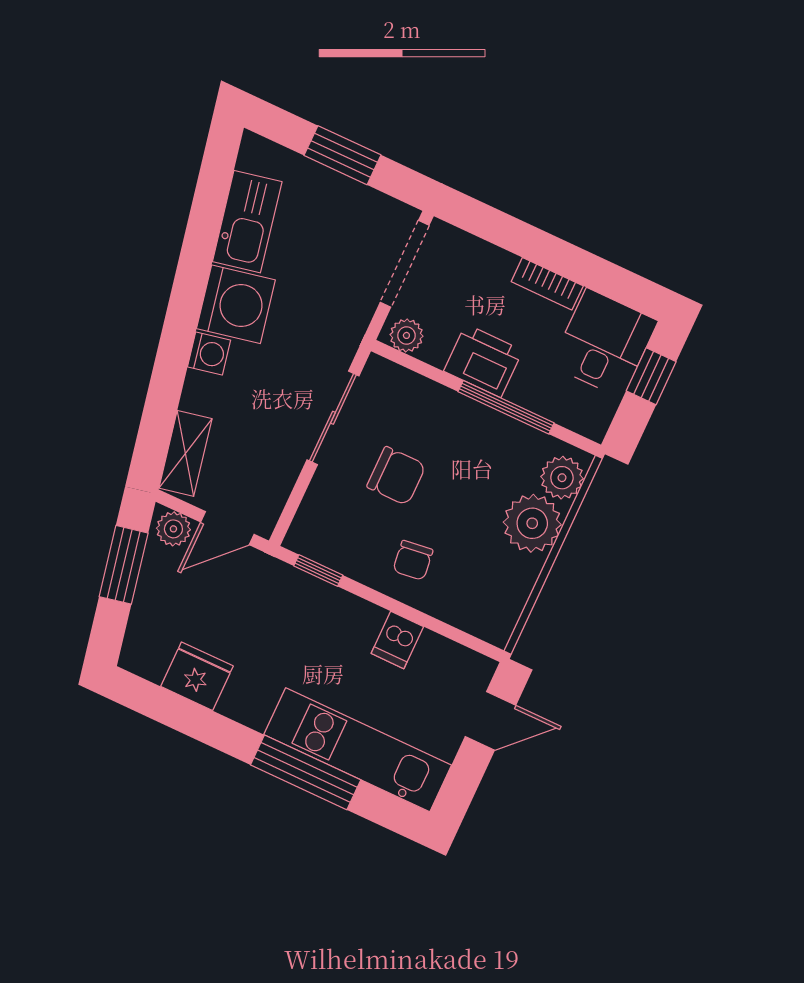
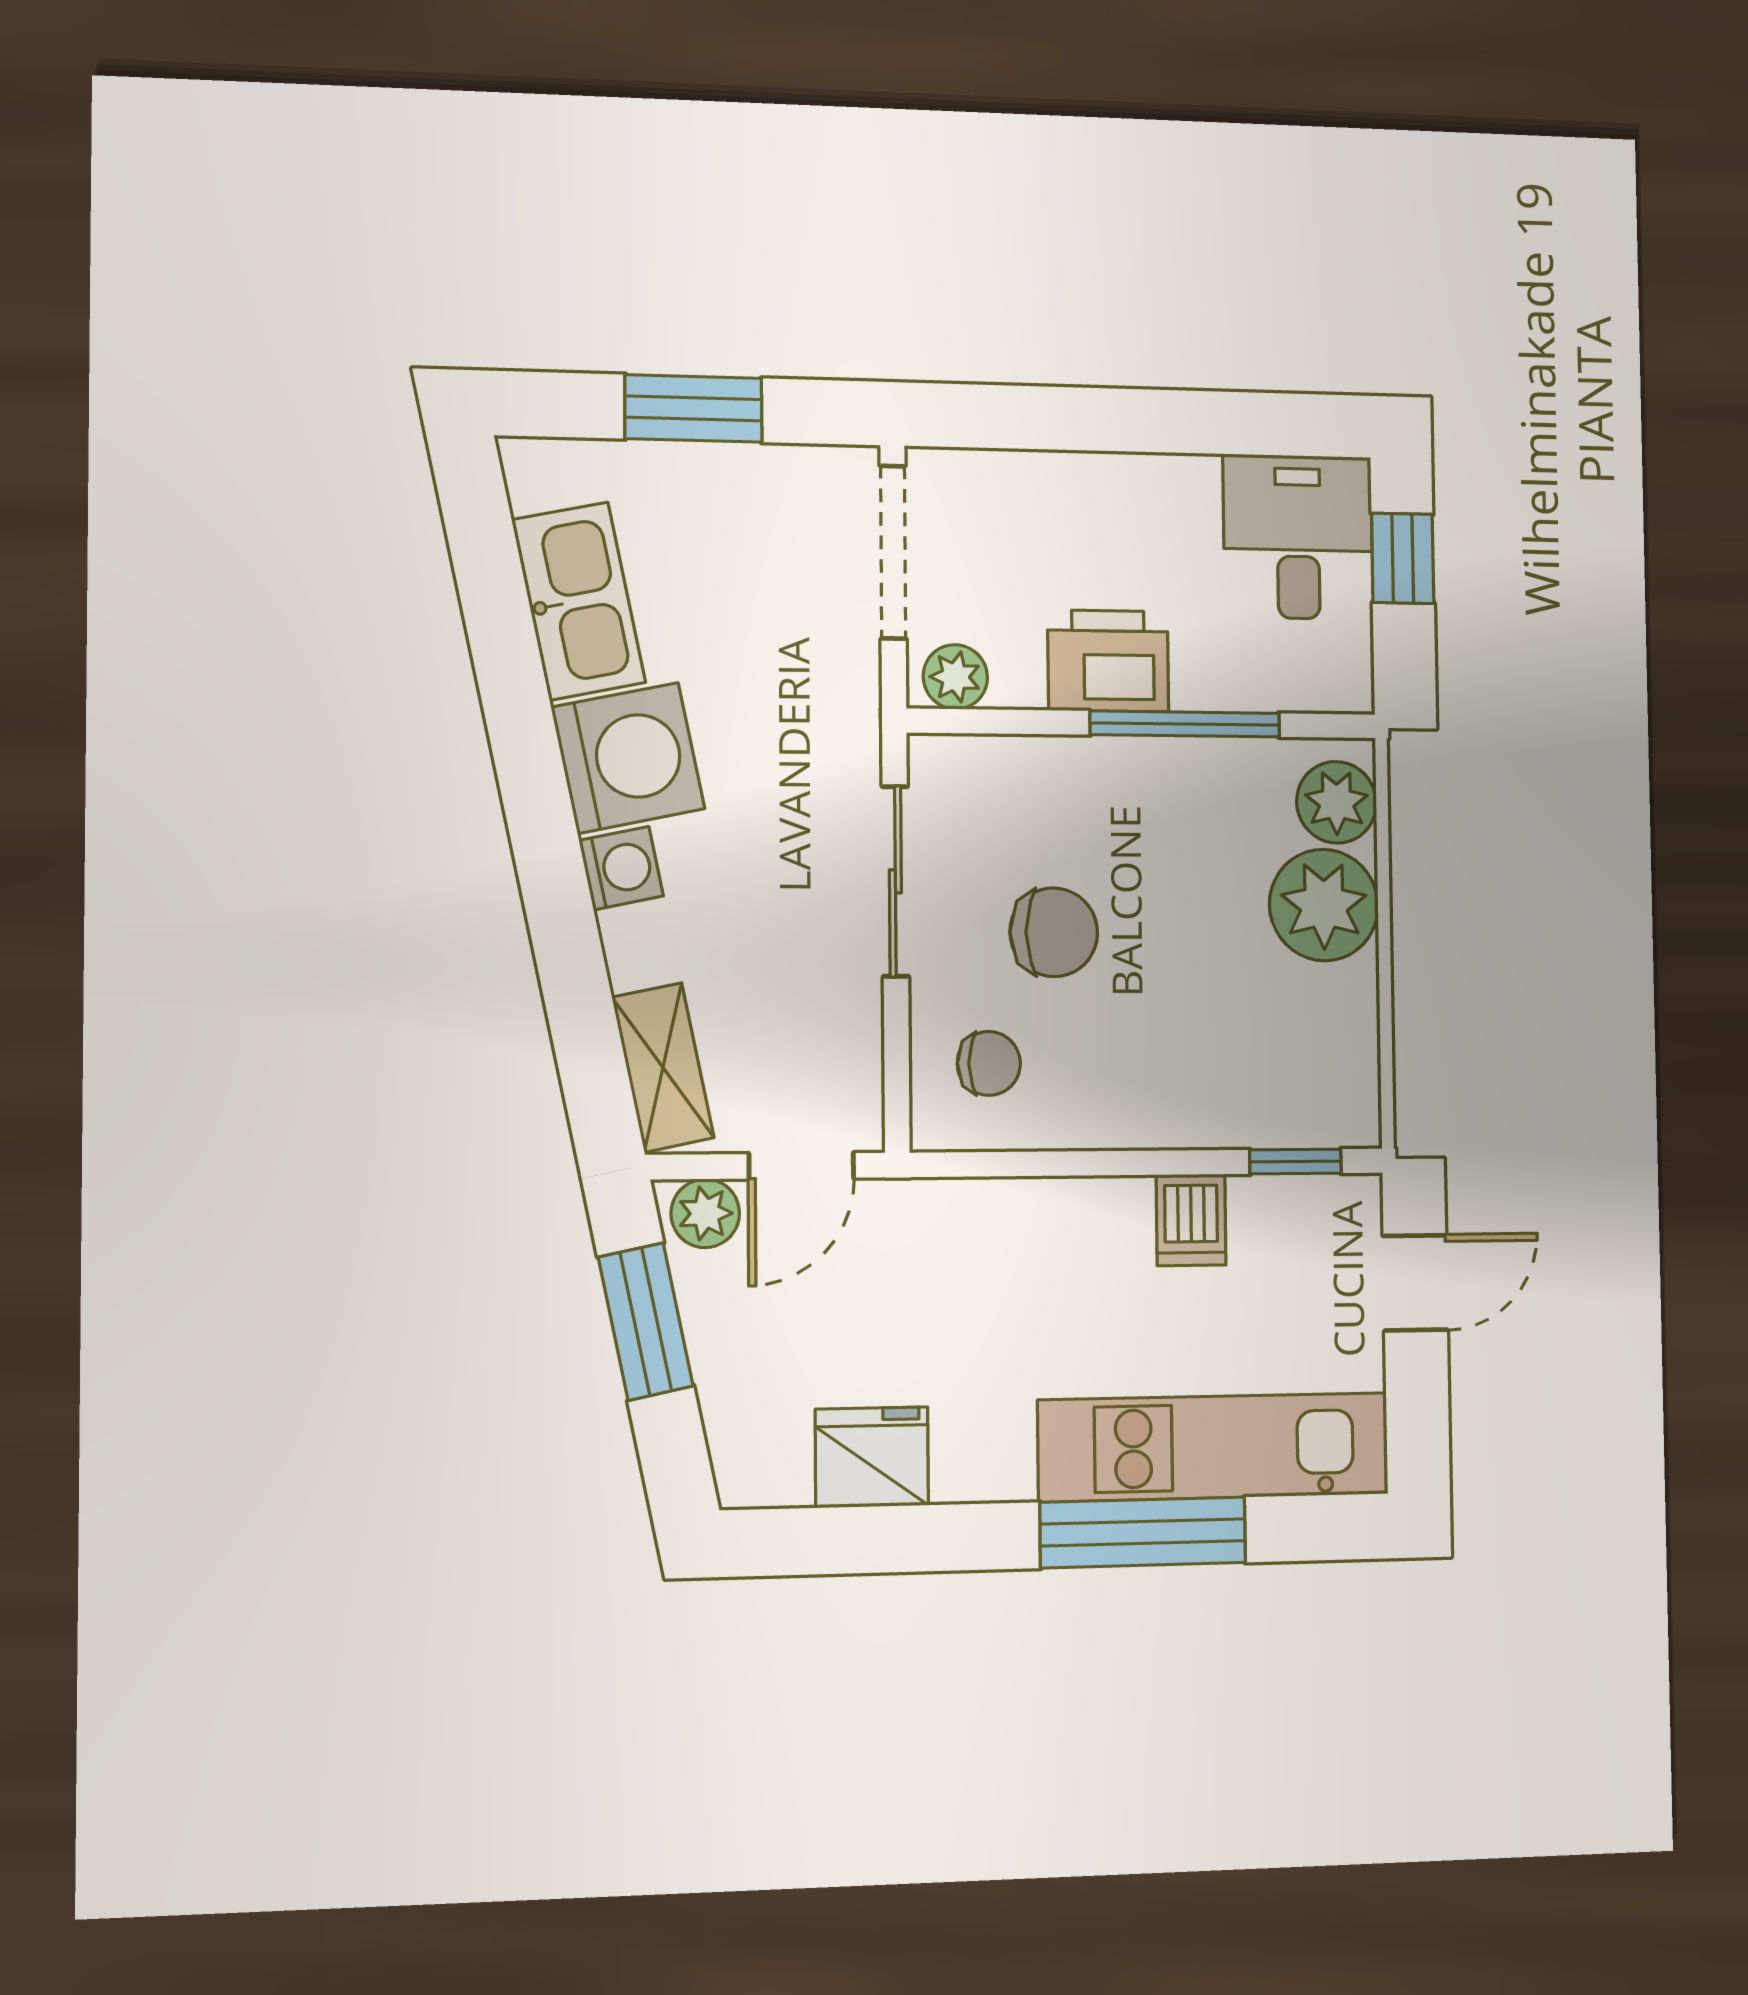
bookcase: (547, 284) -> (1154, 478), removed
chair: (413, 560) -> (989, 1063), moved, turned -83
window: (318, 571) -> (1295, 1162), moved

